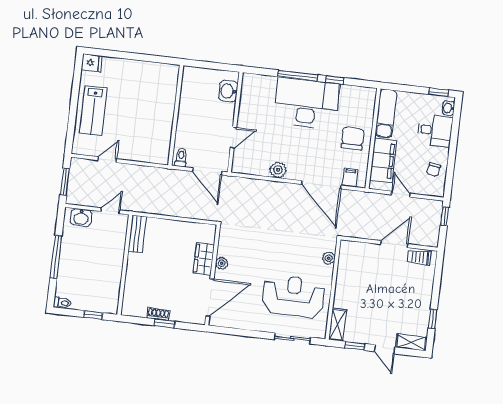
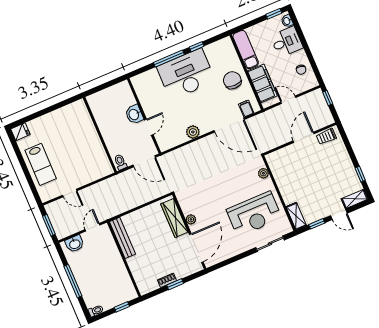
washbasin: (228, 91) -> (134, 114), moved
door: (107, 160) -> (70, 193), swing flipped
bench: (137, 234) -> (122, 238), width x1.36
wardrobe: (204, 259) -> (174, 218), width x1.50
reception desk: (293, 296) -> (254, 214), turned 180

